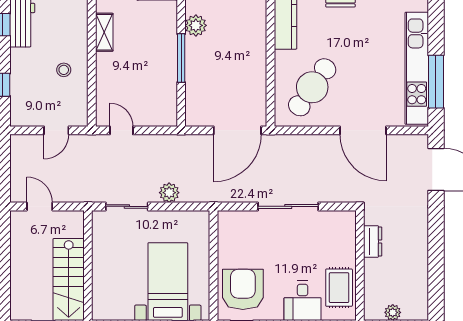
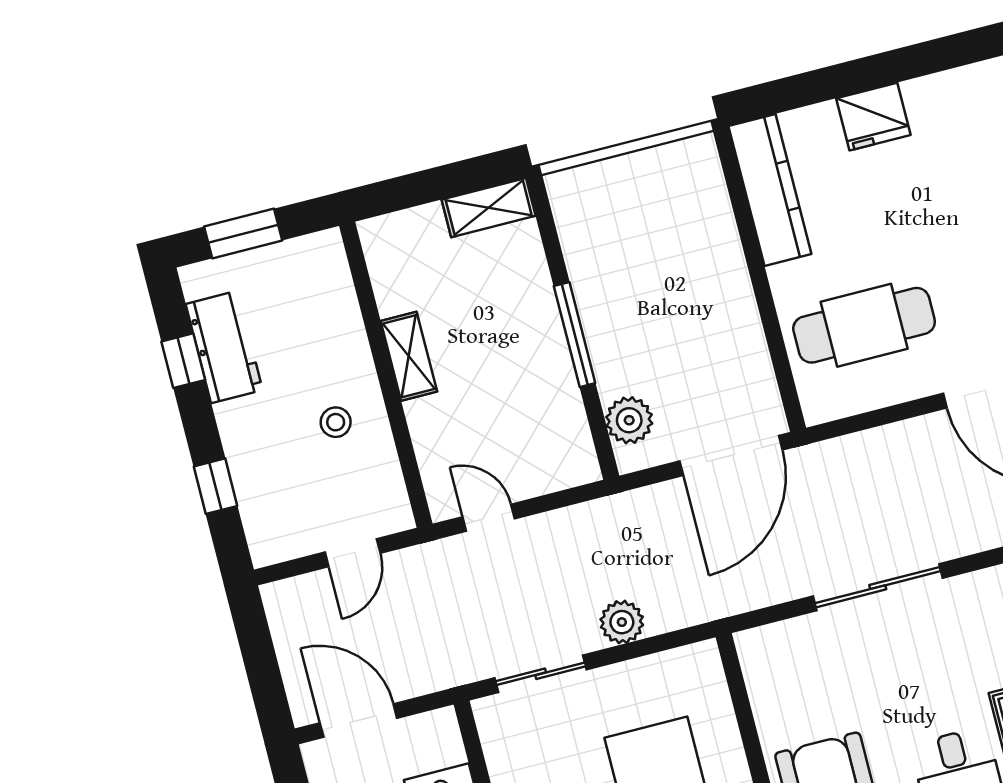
plant: (196, 25) -> (629, 420), moved
shelving: (104, 32) -> (409, 356), moved
cafe table: (312, 87) -> (864, 325), turned 55
door: (40, 206) -> (359, 720), width x1.38

